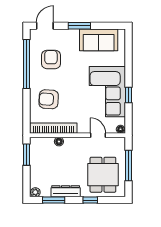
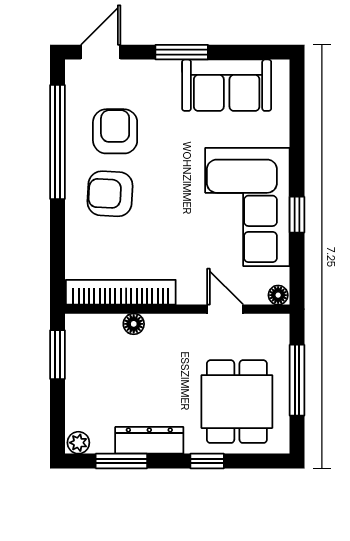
armchair: (49, 99) -> (110, 194), moved

